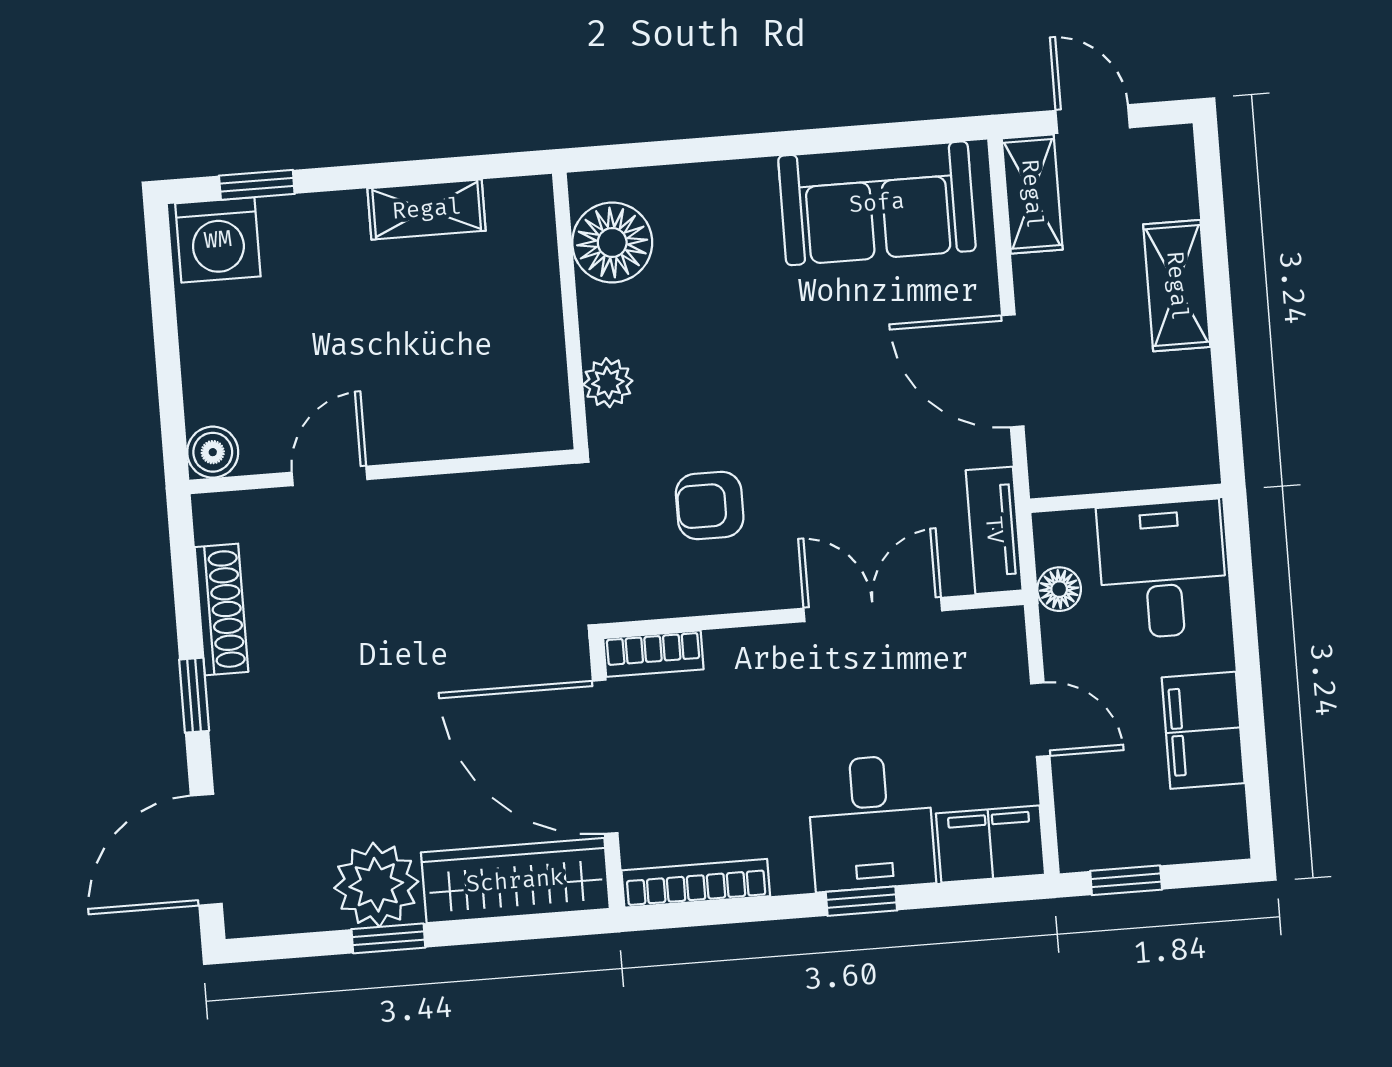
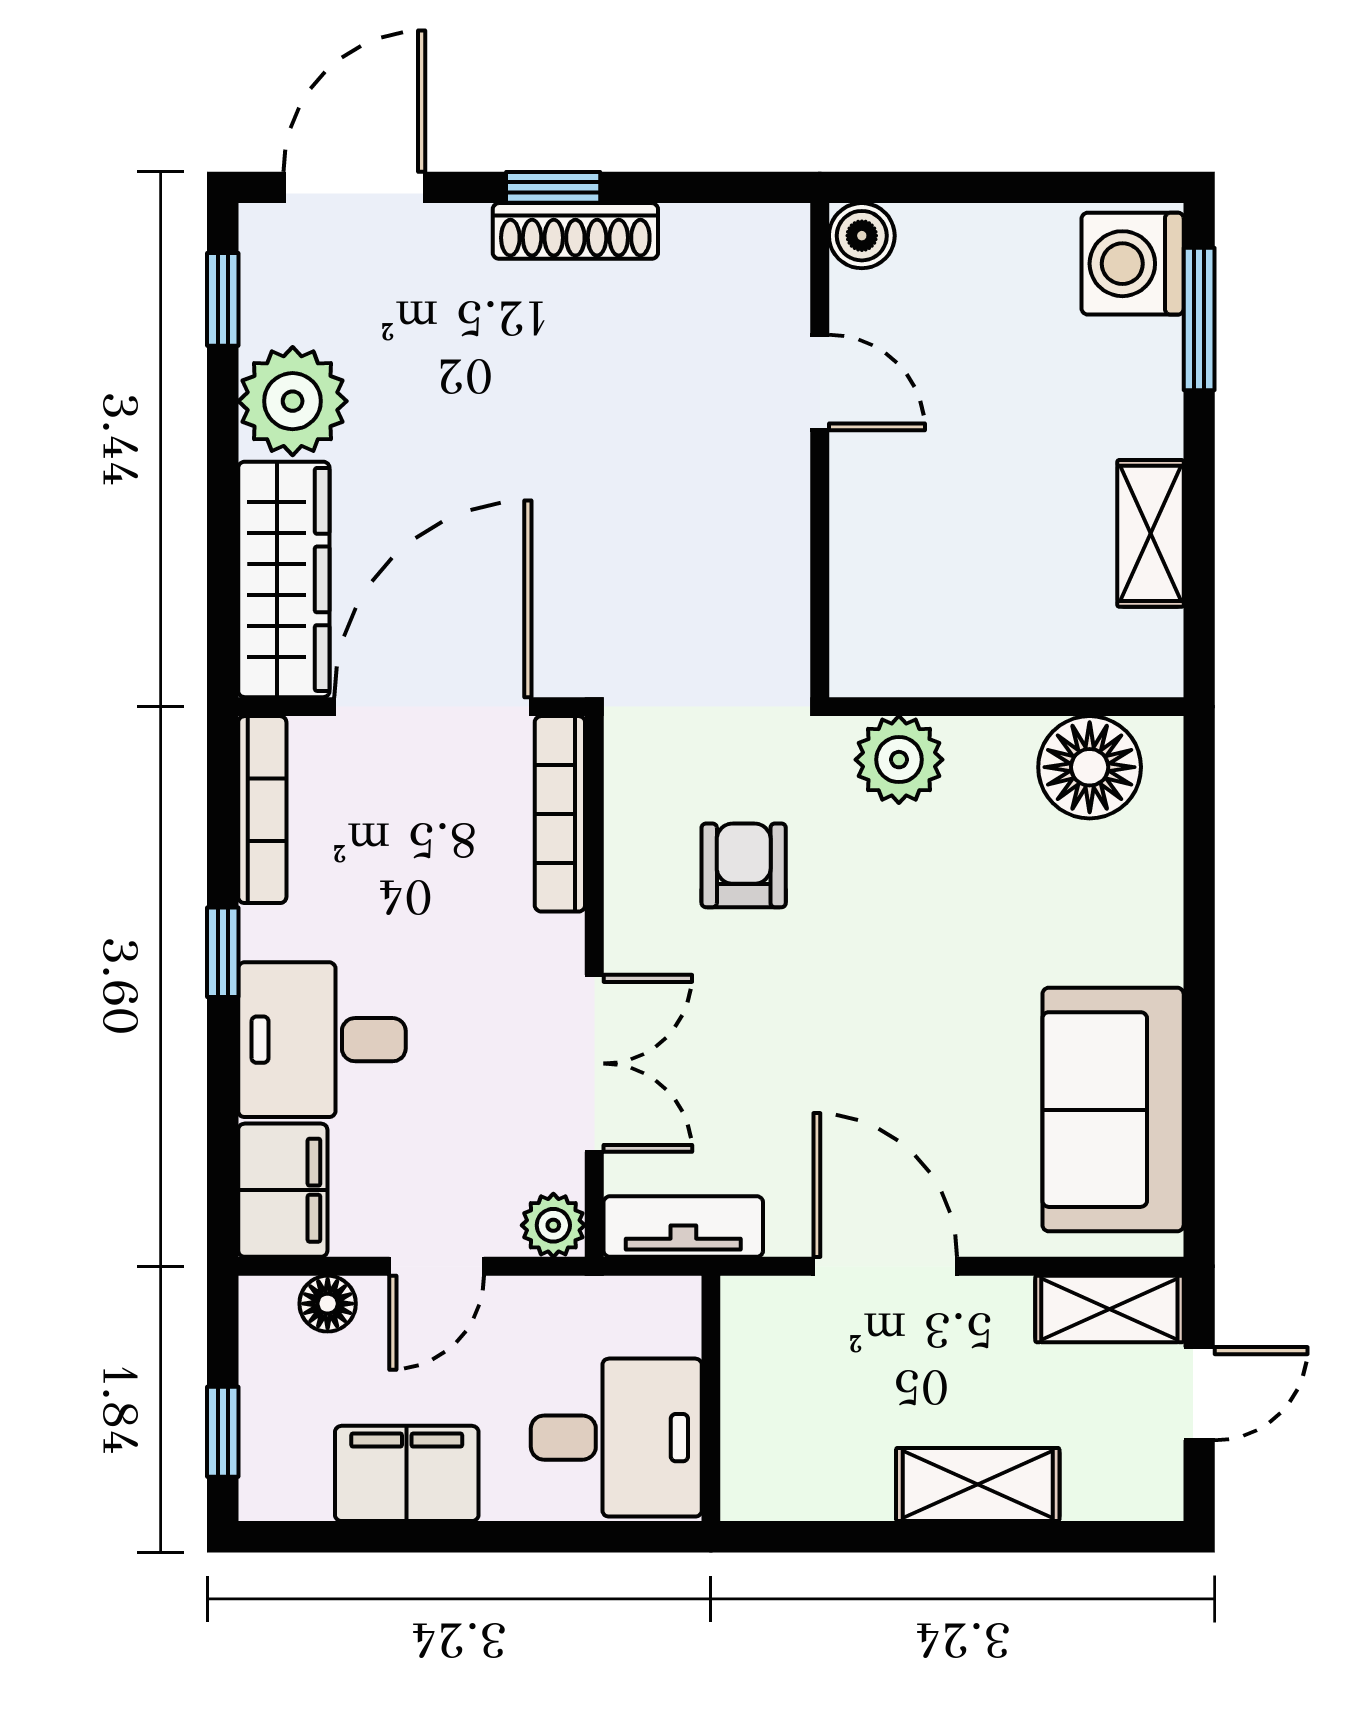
window: (257, 185) -> (1199, 319), width x1.50
door: (1013, 371) -> (885, 1266), hinge flipped
plant: (608, 383) -> (899, 760), width x1.38, depth x1.38
floor lamp: (1059, 589) -> (328, 1304), moved
shoe rack: (221, 609) -> (575, 231), moved
plant: (1001, 631) -> (553, 1225), added
bookcase: (653, 654) -> (560, 814), width x1.56
door: (206, 850) -> (354, 187), hinge flipped
window: (1126, 880) -> (223, 1432), moved
window: (861, 901) -> (223, 952), moved
window: (388, 938) -> (223, 299), moved

